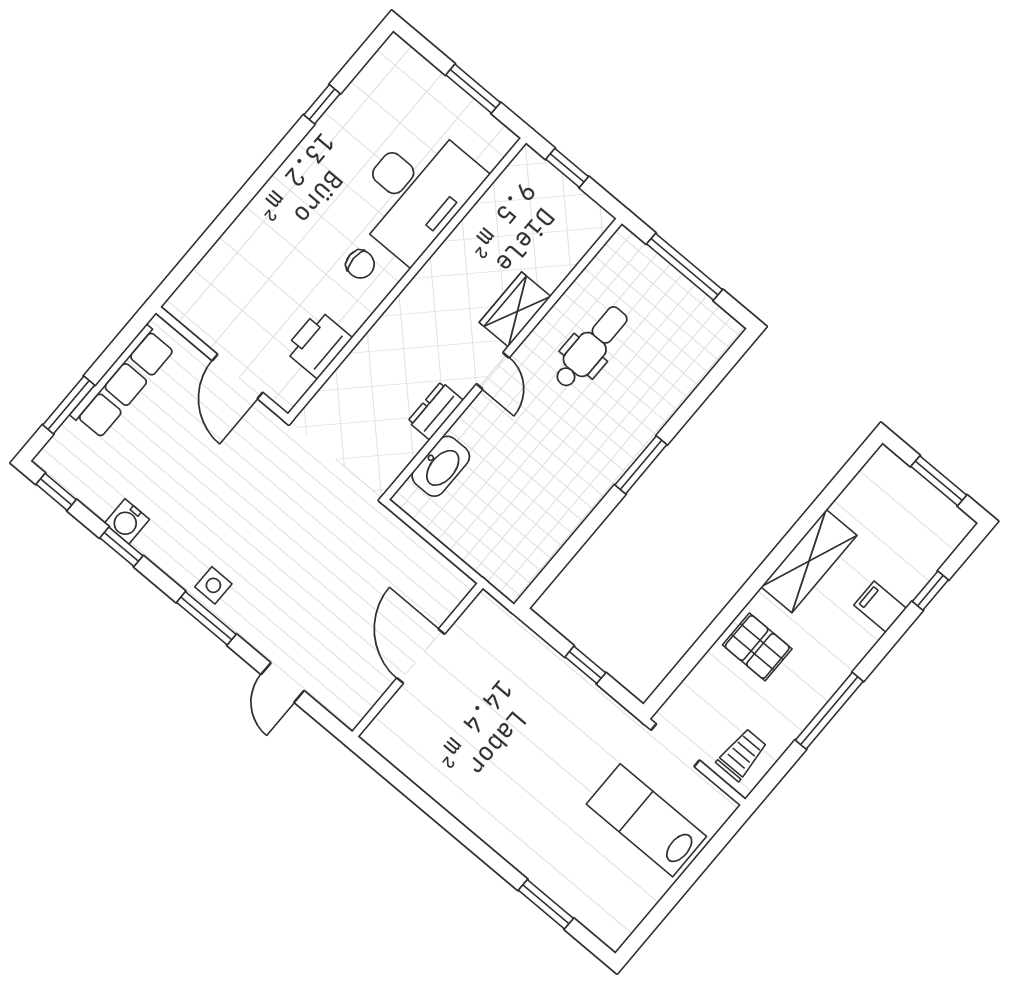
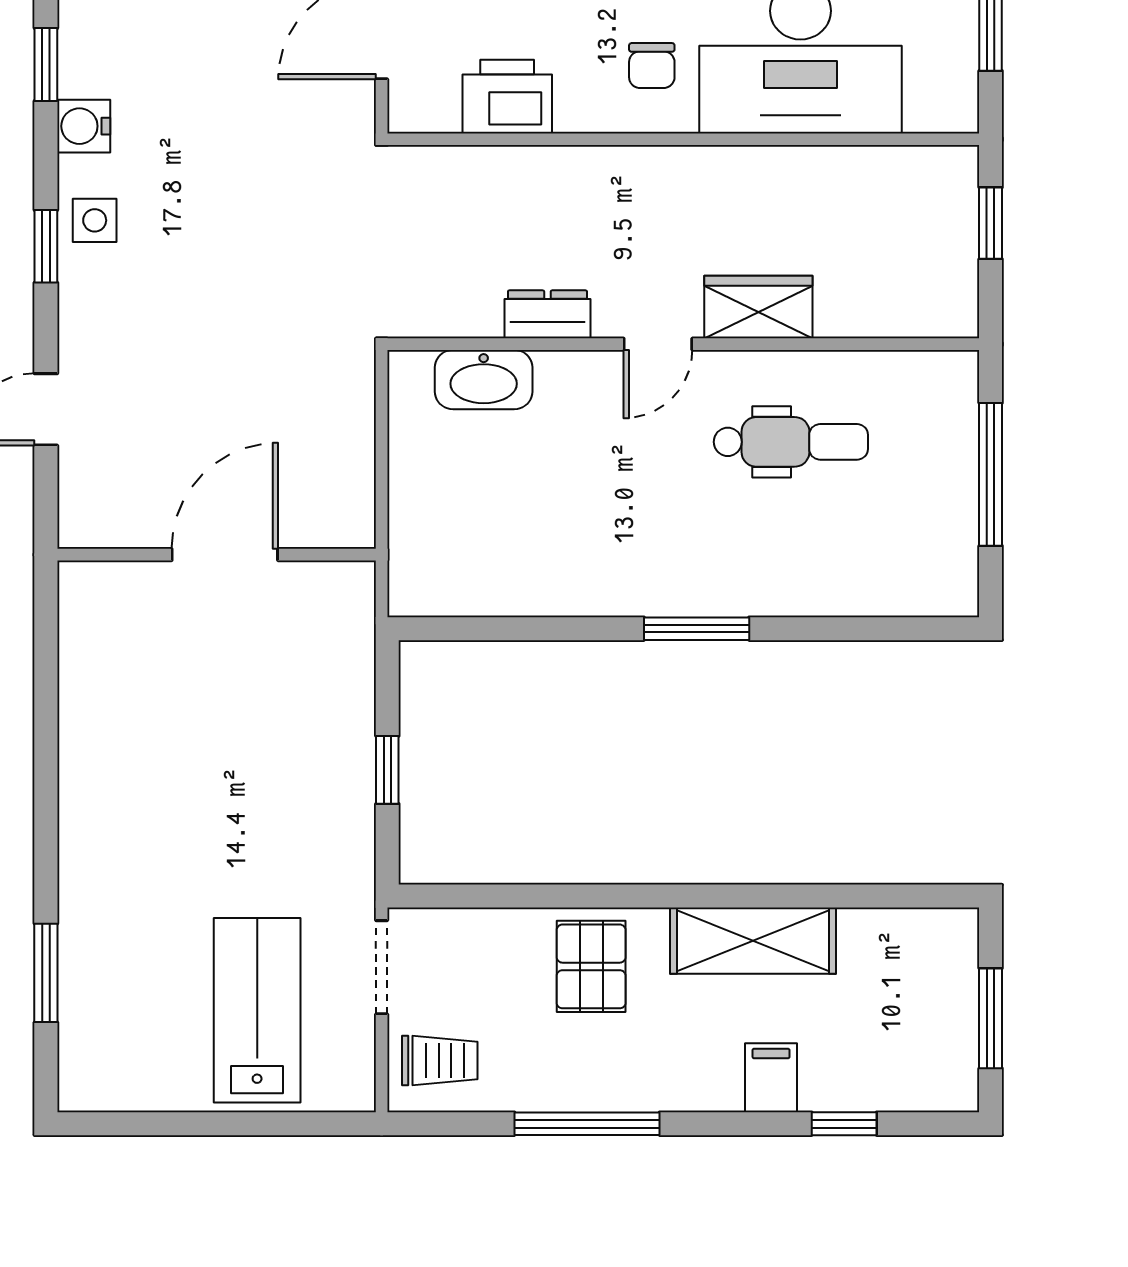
water cooler: (127, 521) -> (84, 126), moved
window: (206, 618) -> (46, 246), width x0.67

